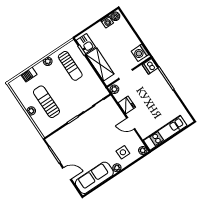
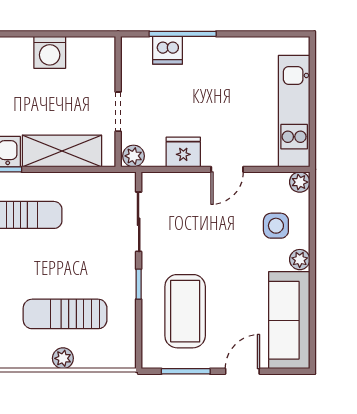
washing machine: (140, 53) -> (50, 52), moved
dishwasher: (150, 66) -> (168, 50), moved
coffee table: (74, 141) -> (185, 311), added

